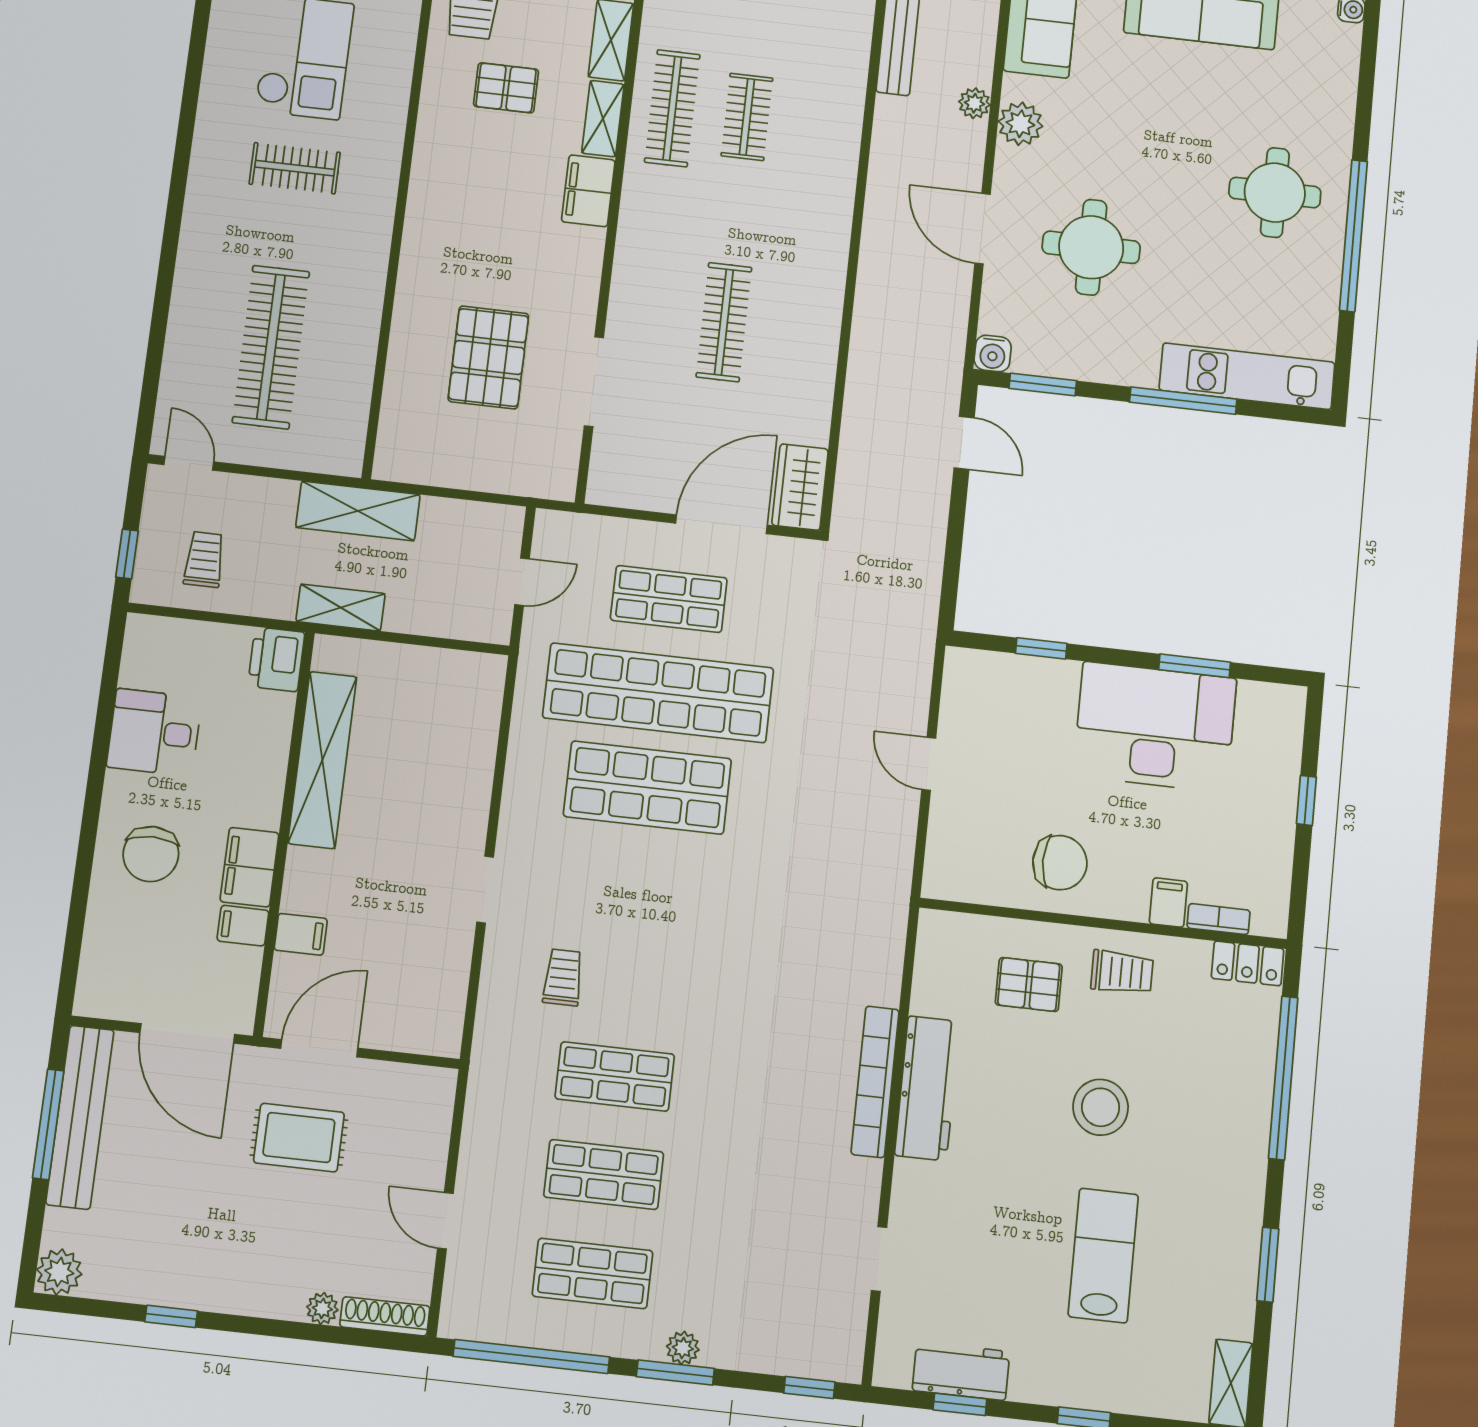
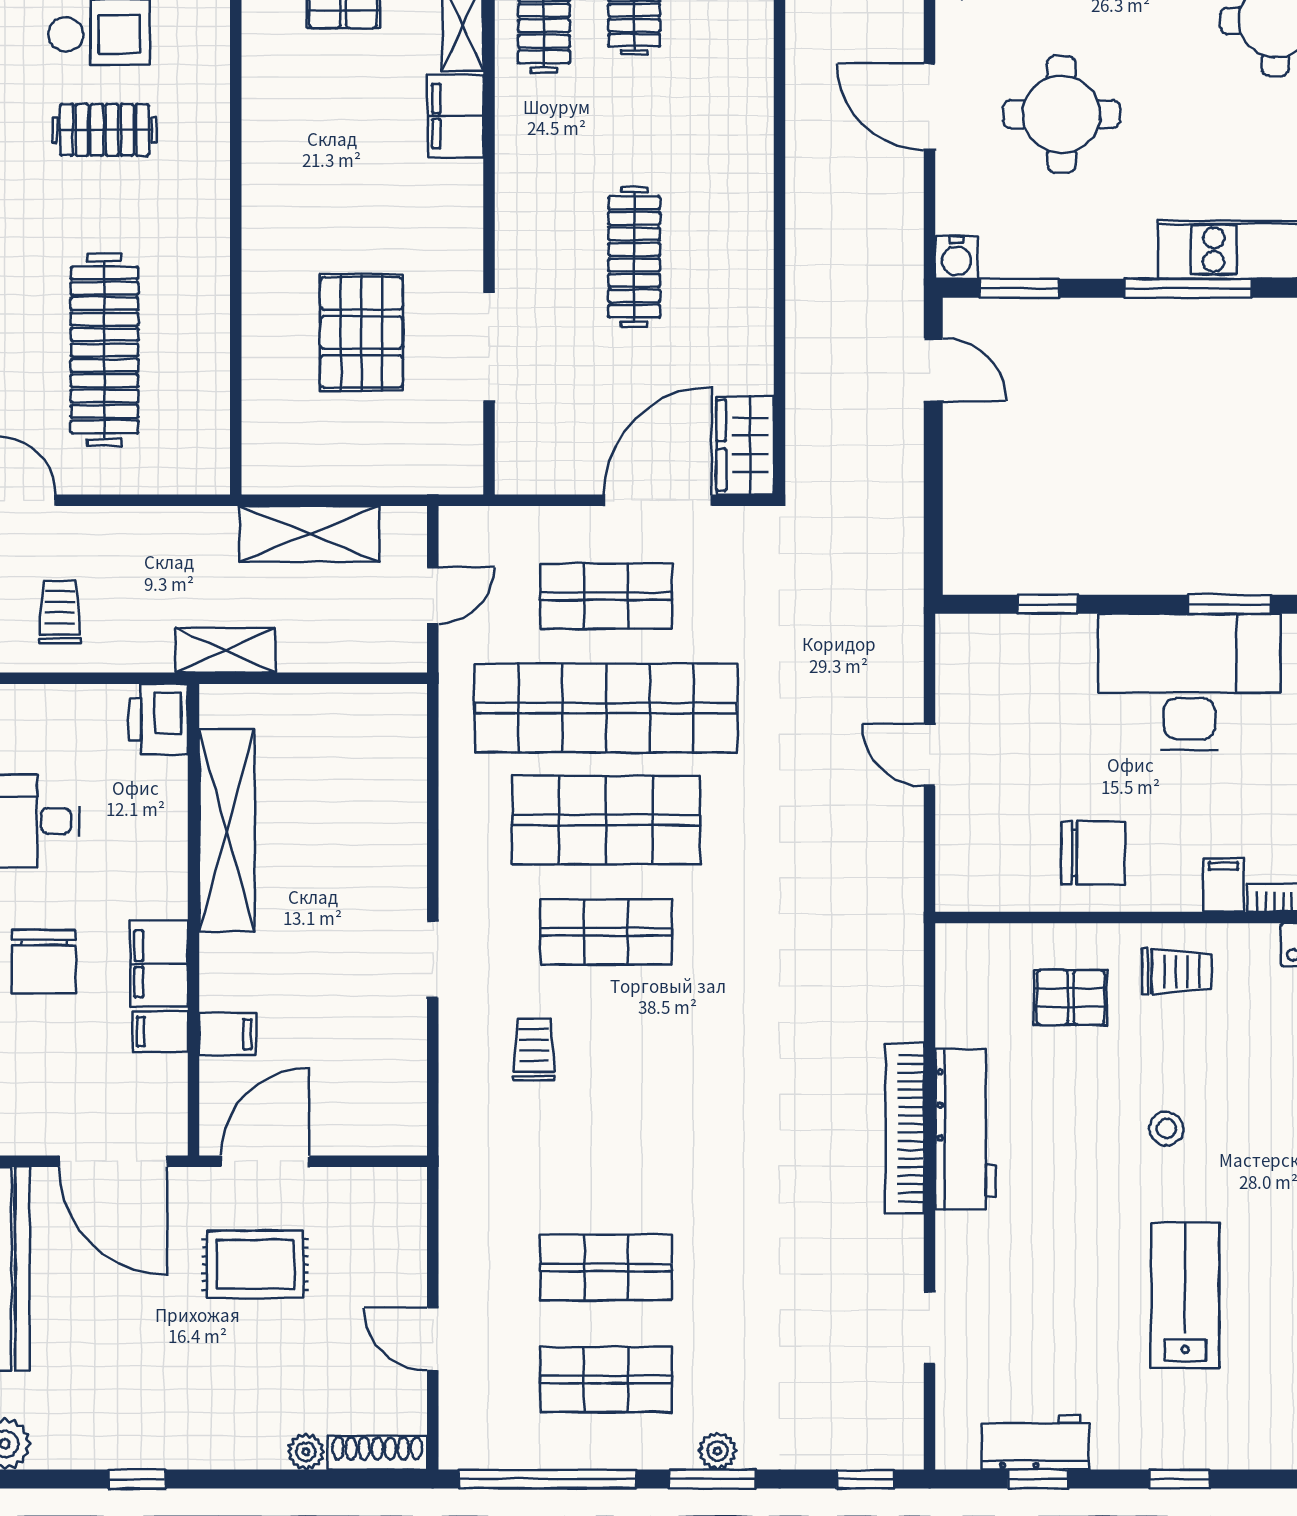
shelving: (358, 511) -> (310, 534), moved
shop shelf: (615, 1077) -> (606, 932), moved
stool: (1101, 1107) -> (1166, 1129), width x0.53, depth x0.53

